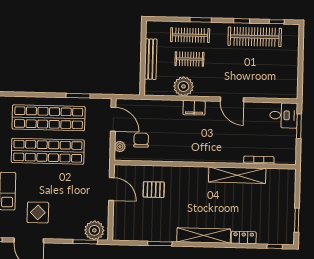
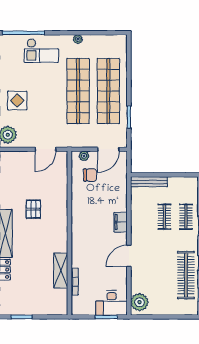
clothes rail: (190, 35) -> (186, 217), width x0.73
bench: (151, 59) -> (149, 182), moved
plant: (183, 86) -> (140, 302), moved
desk: (284, 115) -> (111, 303), width x1.37
shelving: (237, 175) -> (61, 271), width x0.68
pallet: (154, 190) -> (33, 209), moved
display table: (38, 212) -> (17, 101), moved

